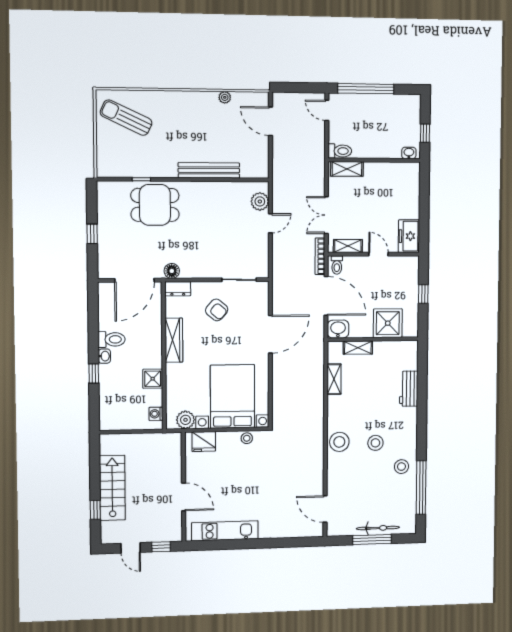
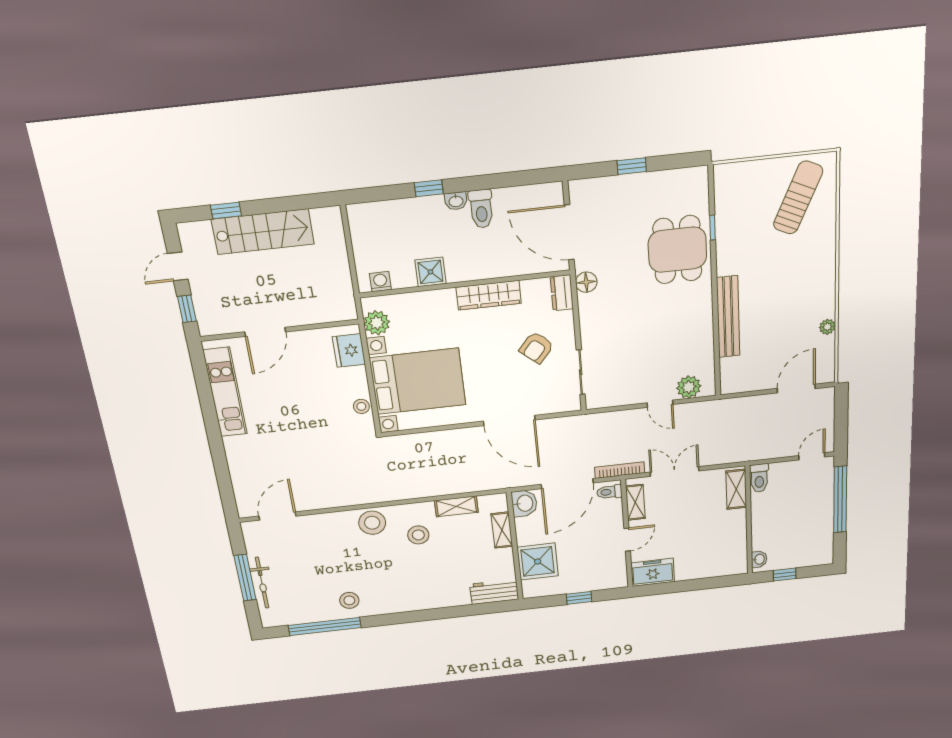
workbench: (409, 389) -> (494, 592), moved
stool: (375, 443) -> (418, 535), moved

